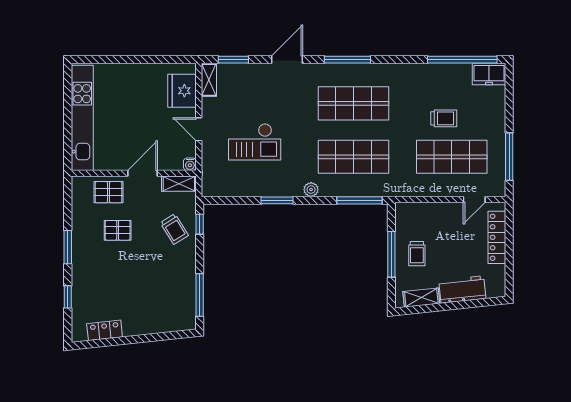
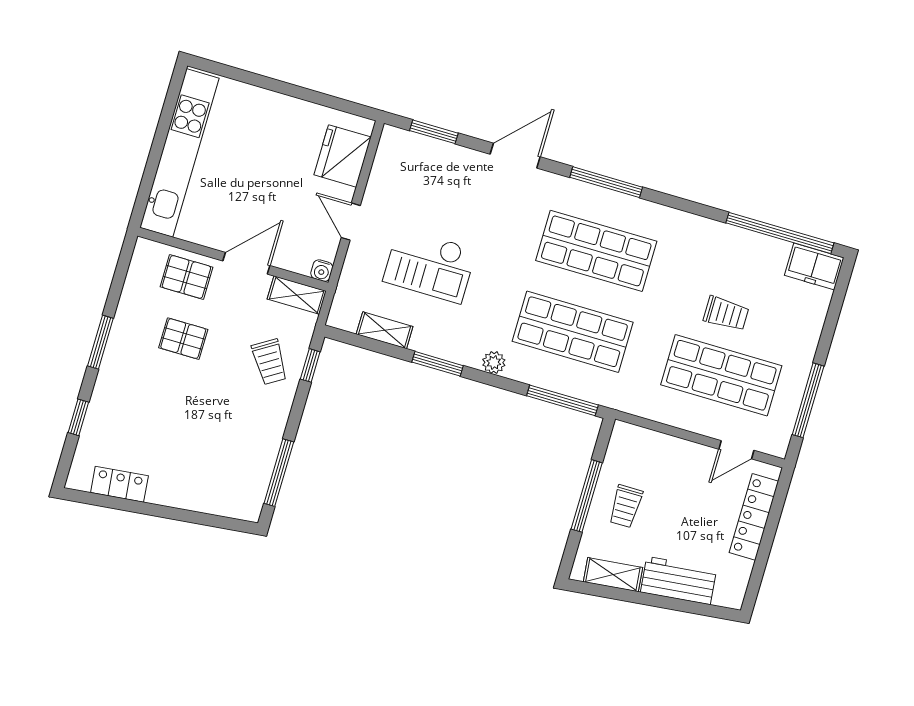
shelving: (209, 80) -> (385, 330), moved, turned 90

